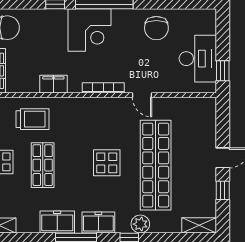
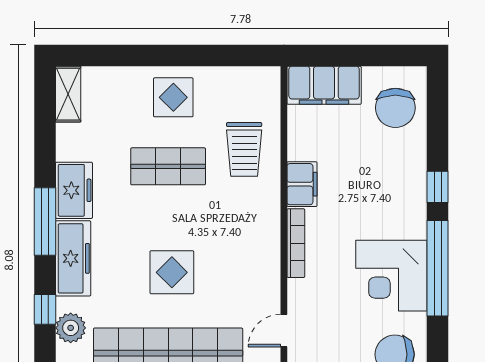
corner desk: (90, 30) -> (391, 276), moved
bookcase: (103, 88) -> (296, 243), moved
freezer: (98, 223) -> (73, 258), width x1.40

